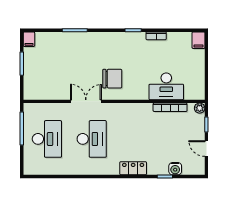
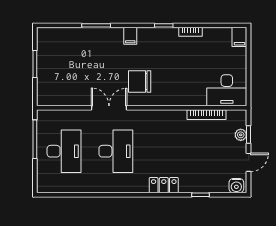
filing cabinet: (29, 39) -> (130, 36), moved
chair: (112, 79) -> (140, 81), turned 180
desk: (166, 86) -> (227, 90), moved
plant: (200, 108) -> (241, 135), moved
door: (206, 149) -> (249, 162), swing flipped
water cooler: (175, 169) -> (236, 186), moved

